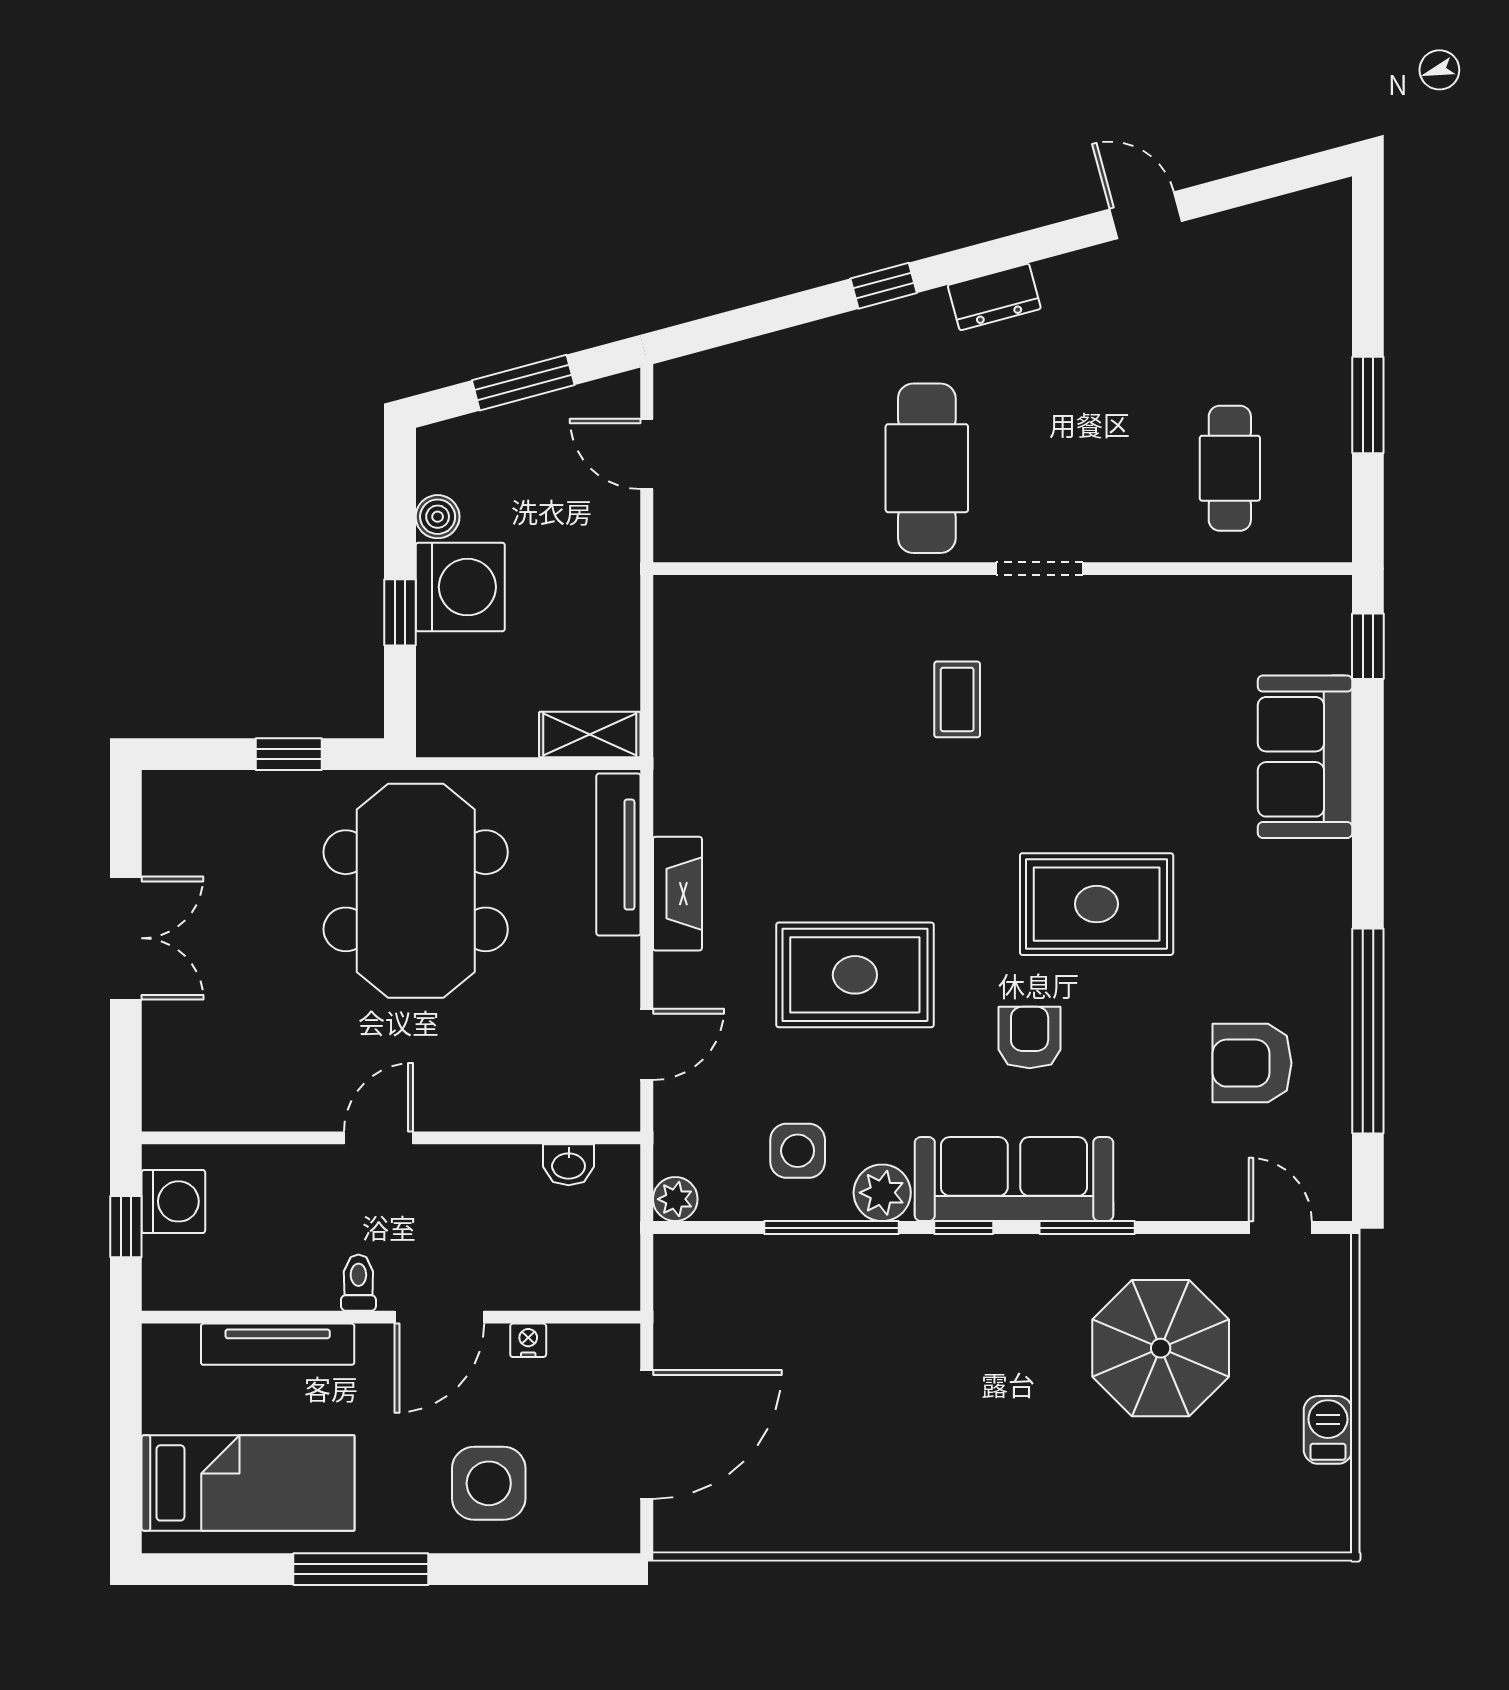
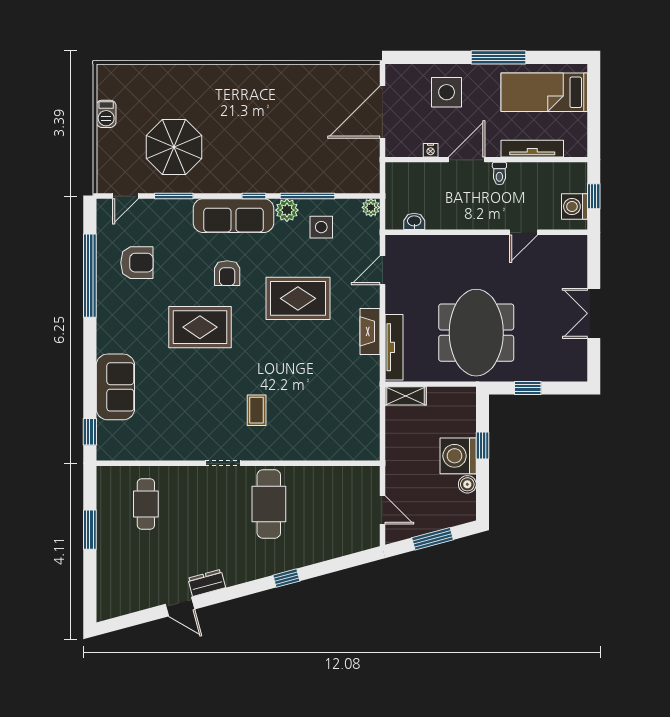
dresser: (994, 297) -> (207, 583), moved
door: (378, 1138) -> (524, 232), moved
window: (1087, 1228) -> (174, 196), moved
door: (1280, 1228) -> (125, 196), hinge flipped

